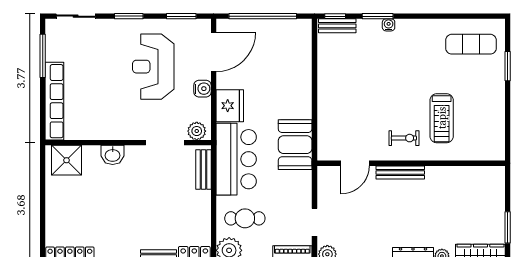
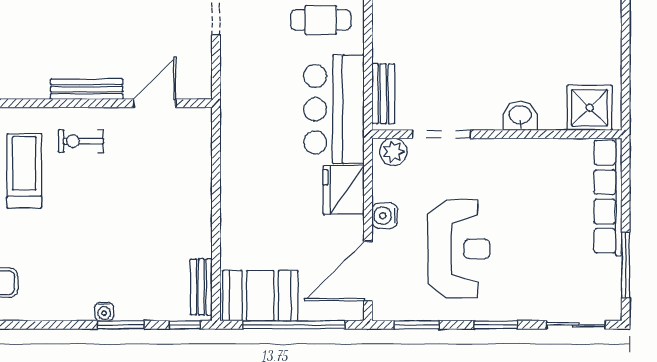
bench: (337, 26) -> (201, 287), moved, turned 90
booth: (295, 145) -> (260, 296), moved, turned 90

